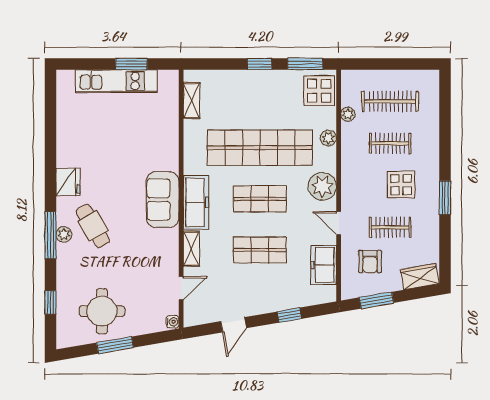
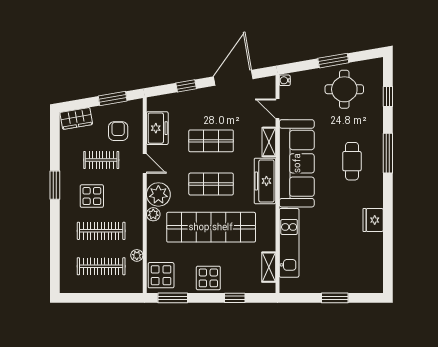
window: (131, 64) -> (335, 298), moved
window: (260, 64) -> (235, 298), moved
kitchen unit: (116, 81) -> (289, 243), moved, turned 90
display table: (263, 88) -> (208, 278), added
plant: (328, 138) -> (153, 214), moved
clothes rail: (390, 143) -> (101, 231), width x1.36
fridge: (68, 182) -> (373, 220), moved
sofa: (163, 200) -> (297, 163), width x1.85, depth x1.27
cafe table: (93, 226) -> (352, 161), turned 31
plant: (64, 234) -> (376, 154), removed
door: (181, 288) -> (277, 109), hinge flipped
door: (234, 325) -> (233, 78), width x1.88

